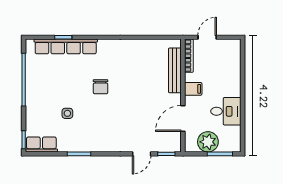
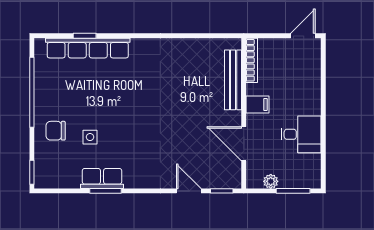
door: (207, 37) -> (303, 36), moved
chair: (101, 87) -> (56, 131), moved, turned 90
door: (183, 118) -> (244, 144), hinge flipped
plant: (208, 142) -> (271, 181), width x0.53, depth x0.53
row of seats: (41, 144) -> (102, 178), moved
door: (142, 154) -> (189, 191), swing flipped

